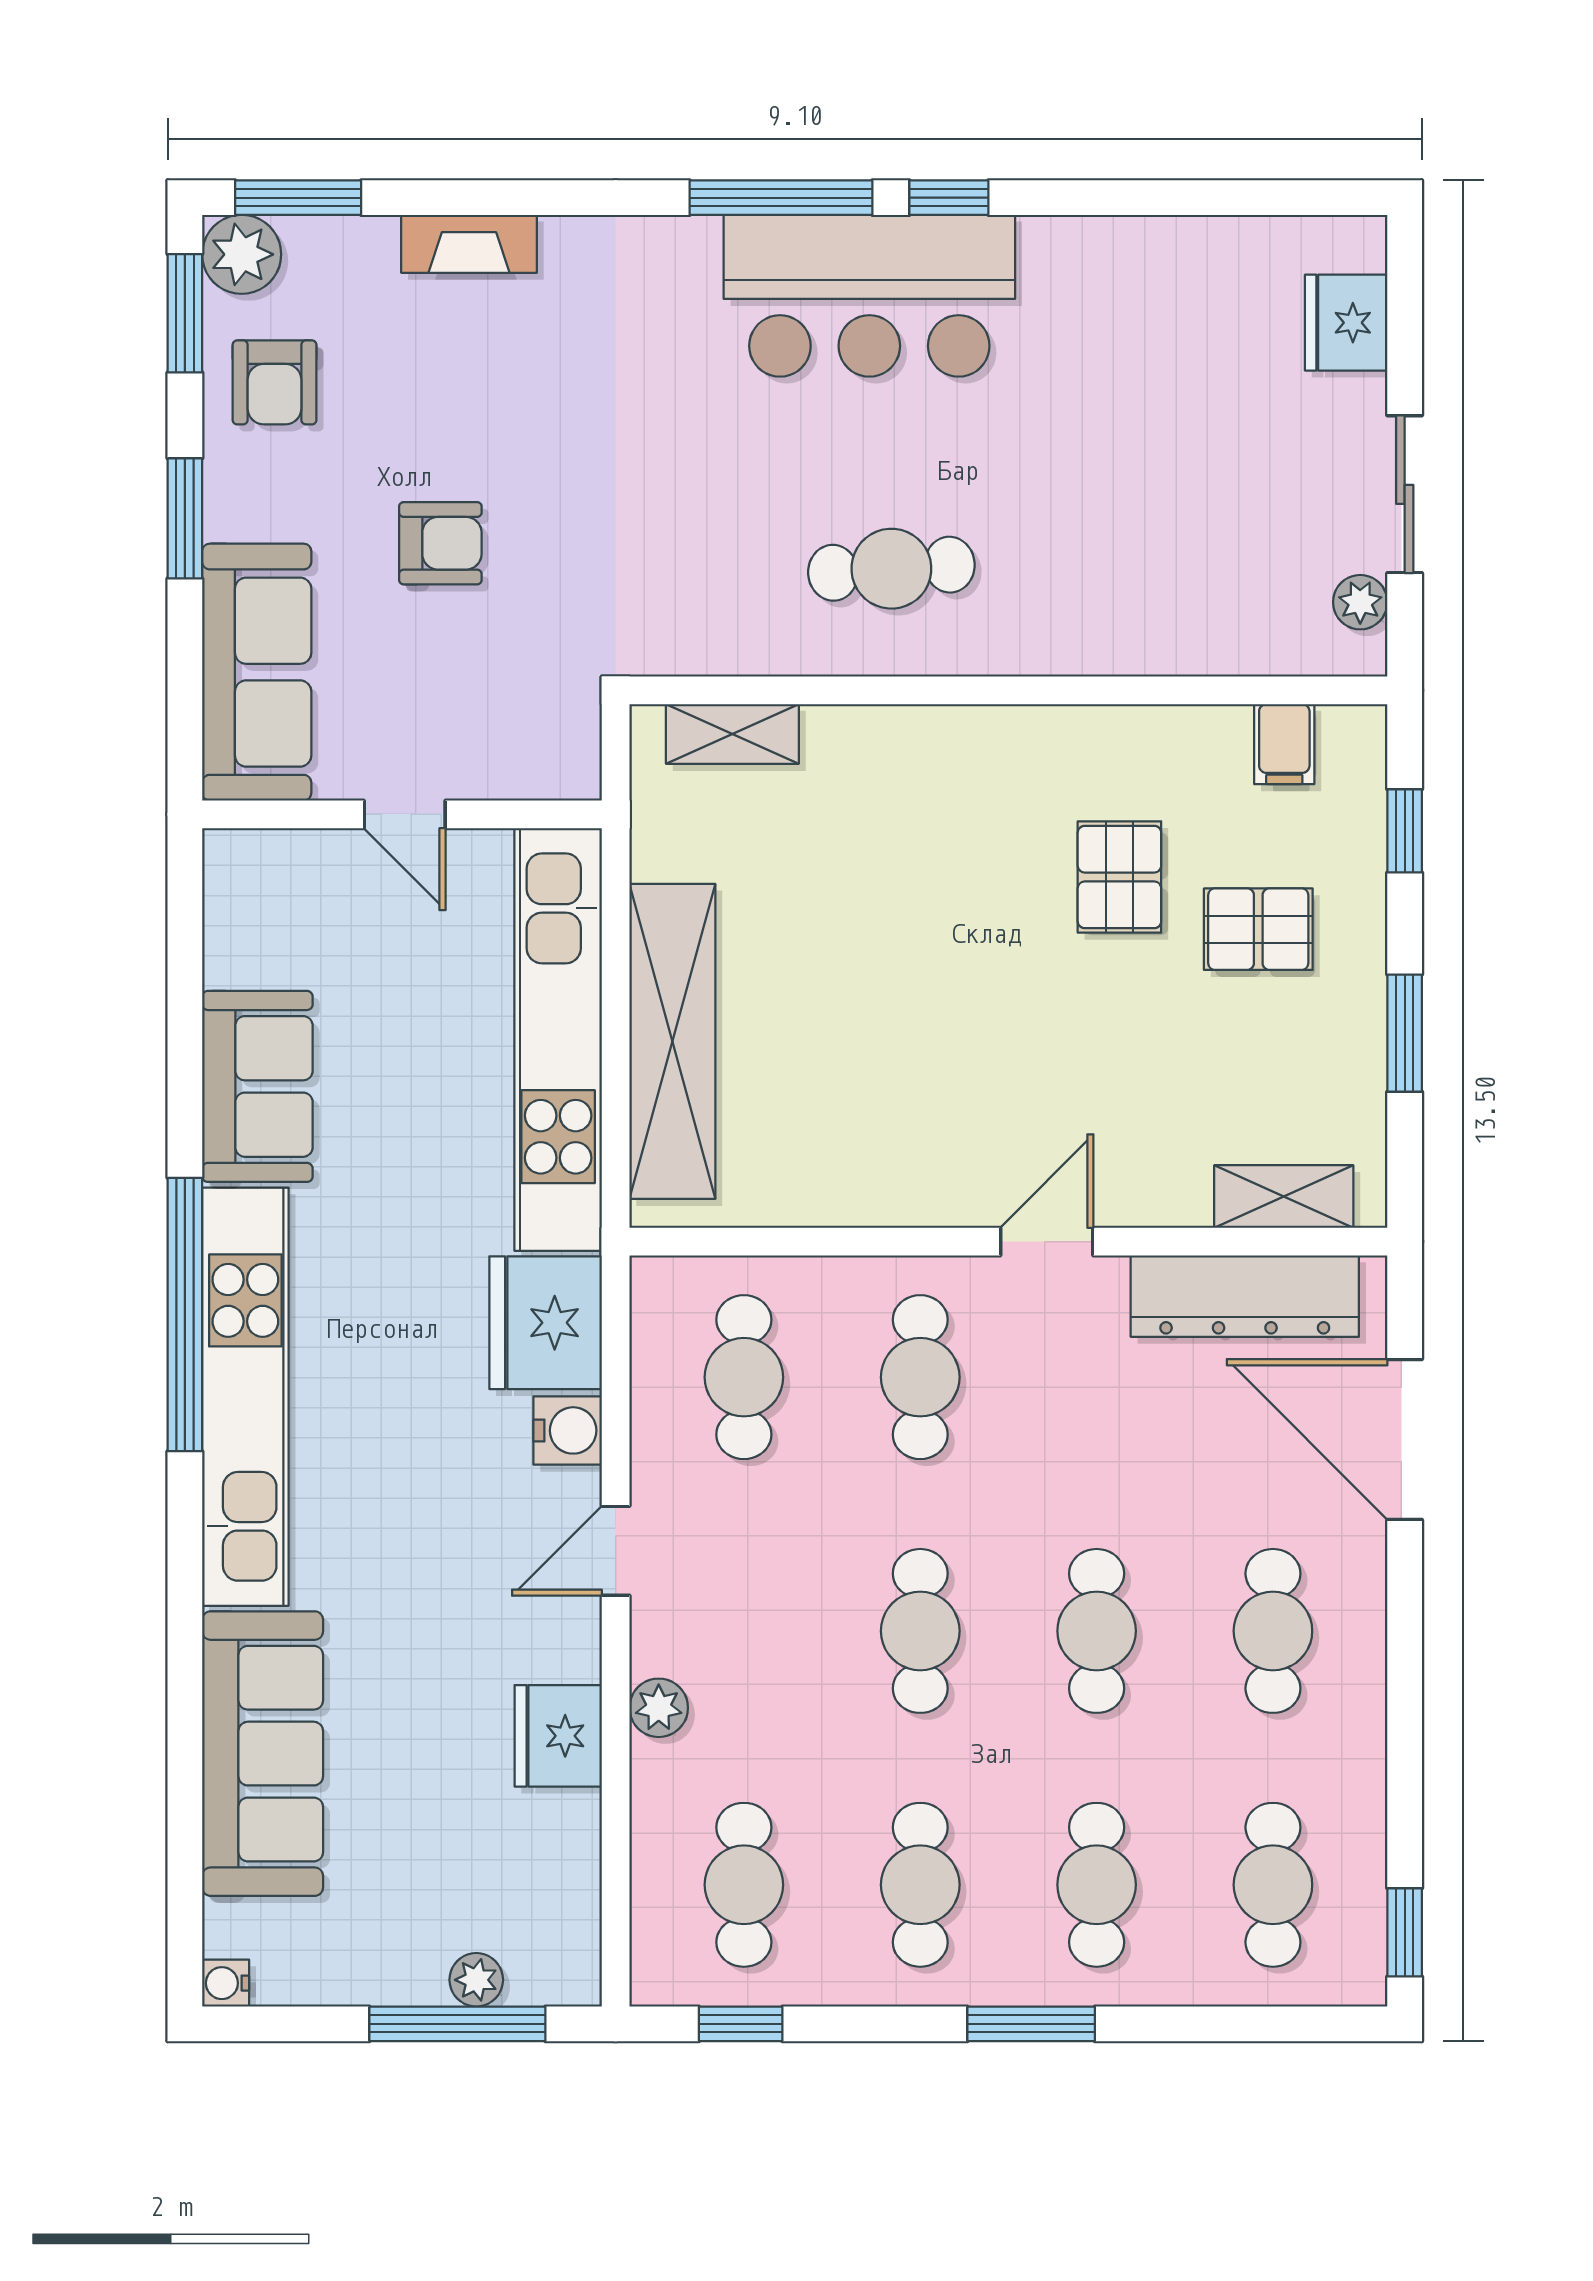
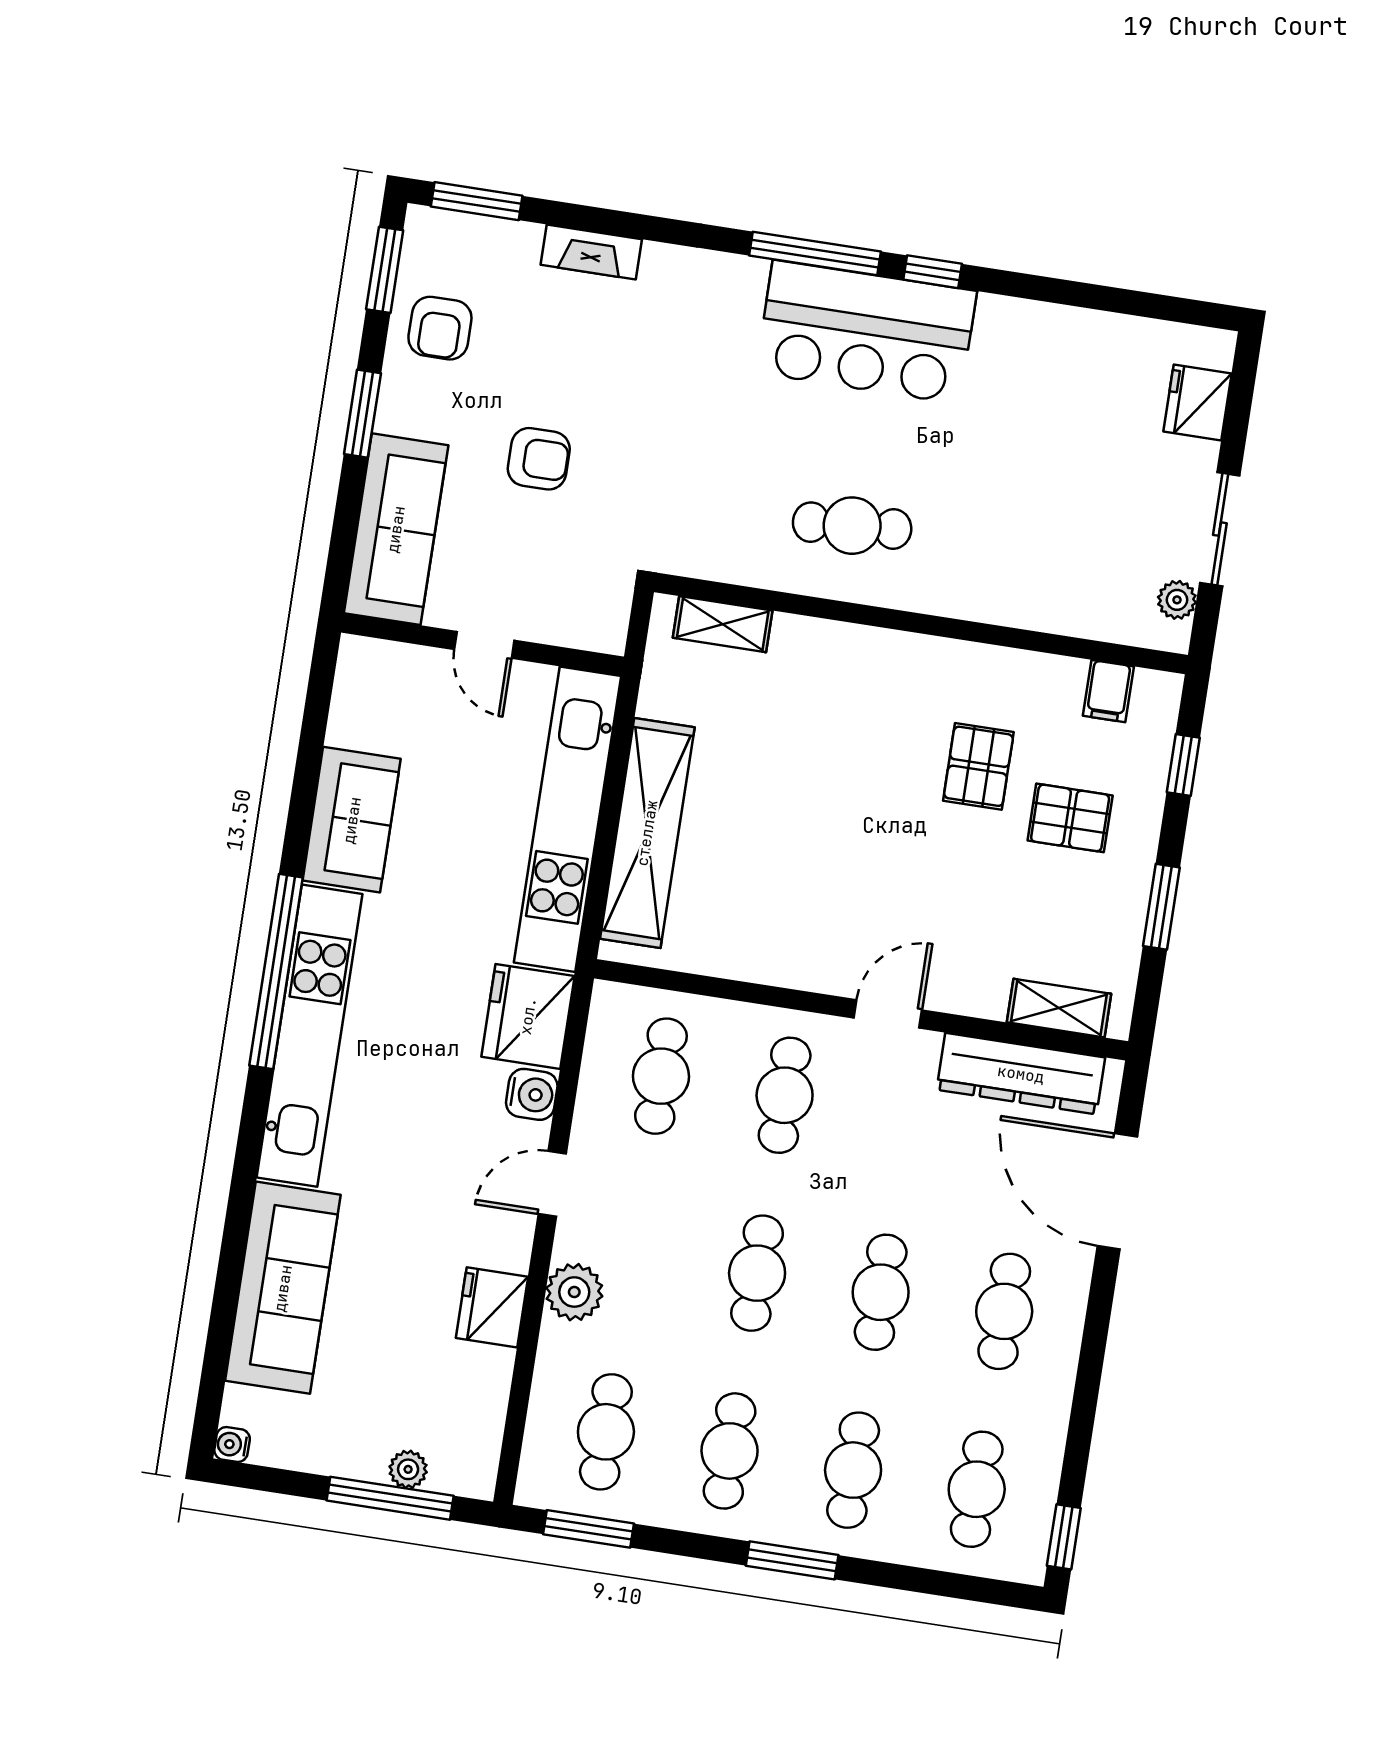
plant: (242, 254) -> (431, 235), removed
plant: (659, 1708) -> (574, 1292), width x1.38, depth x1.38
window: (741, 2024) -> (589, 1529), width x1.50

